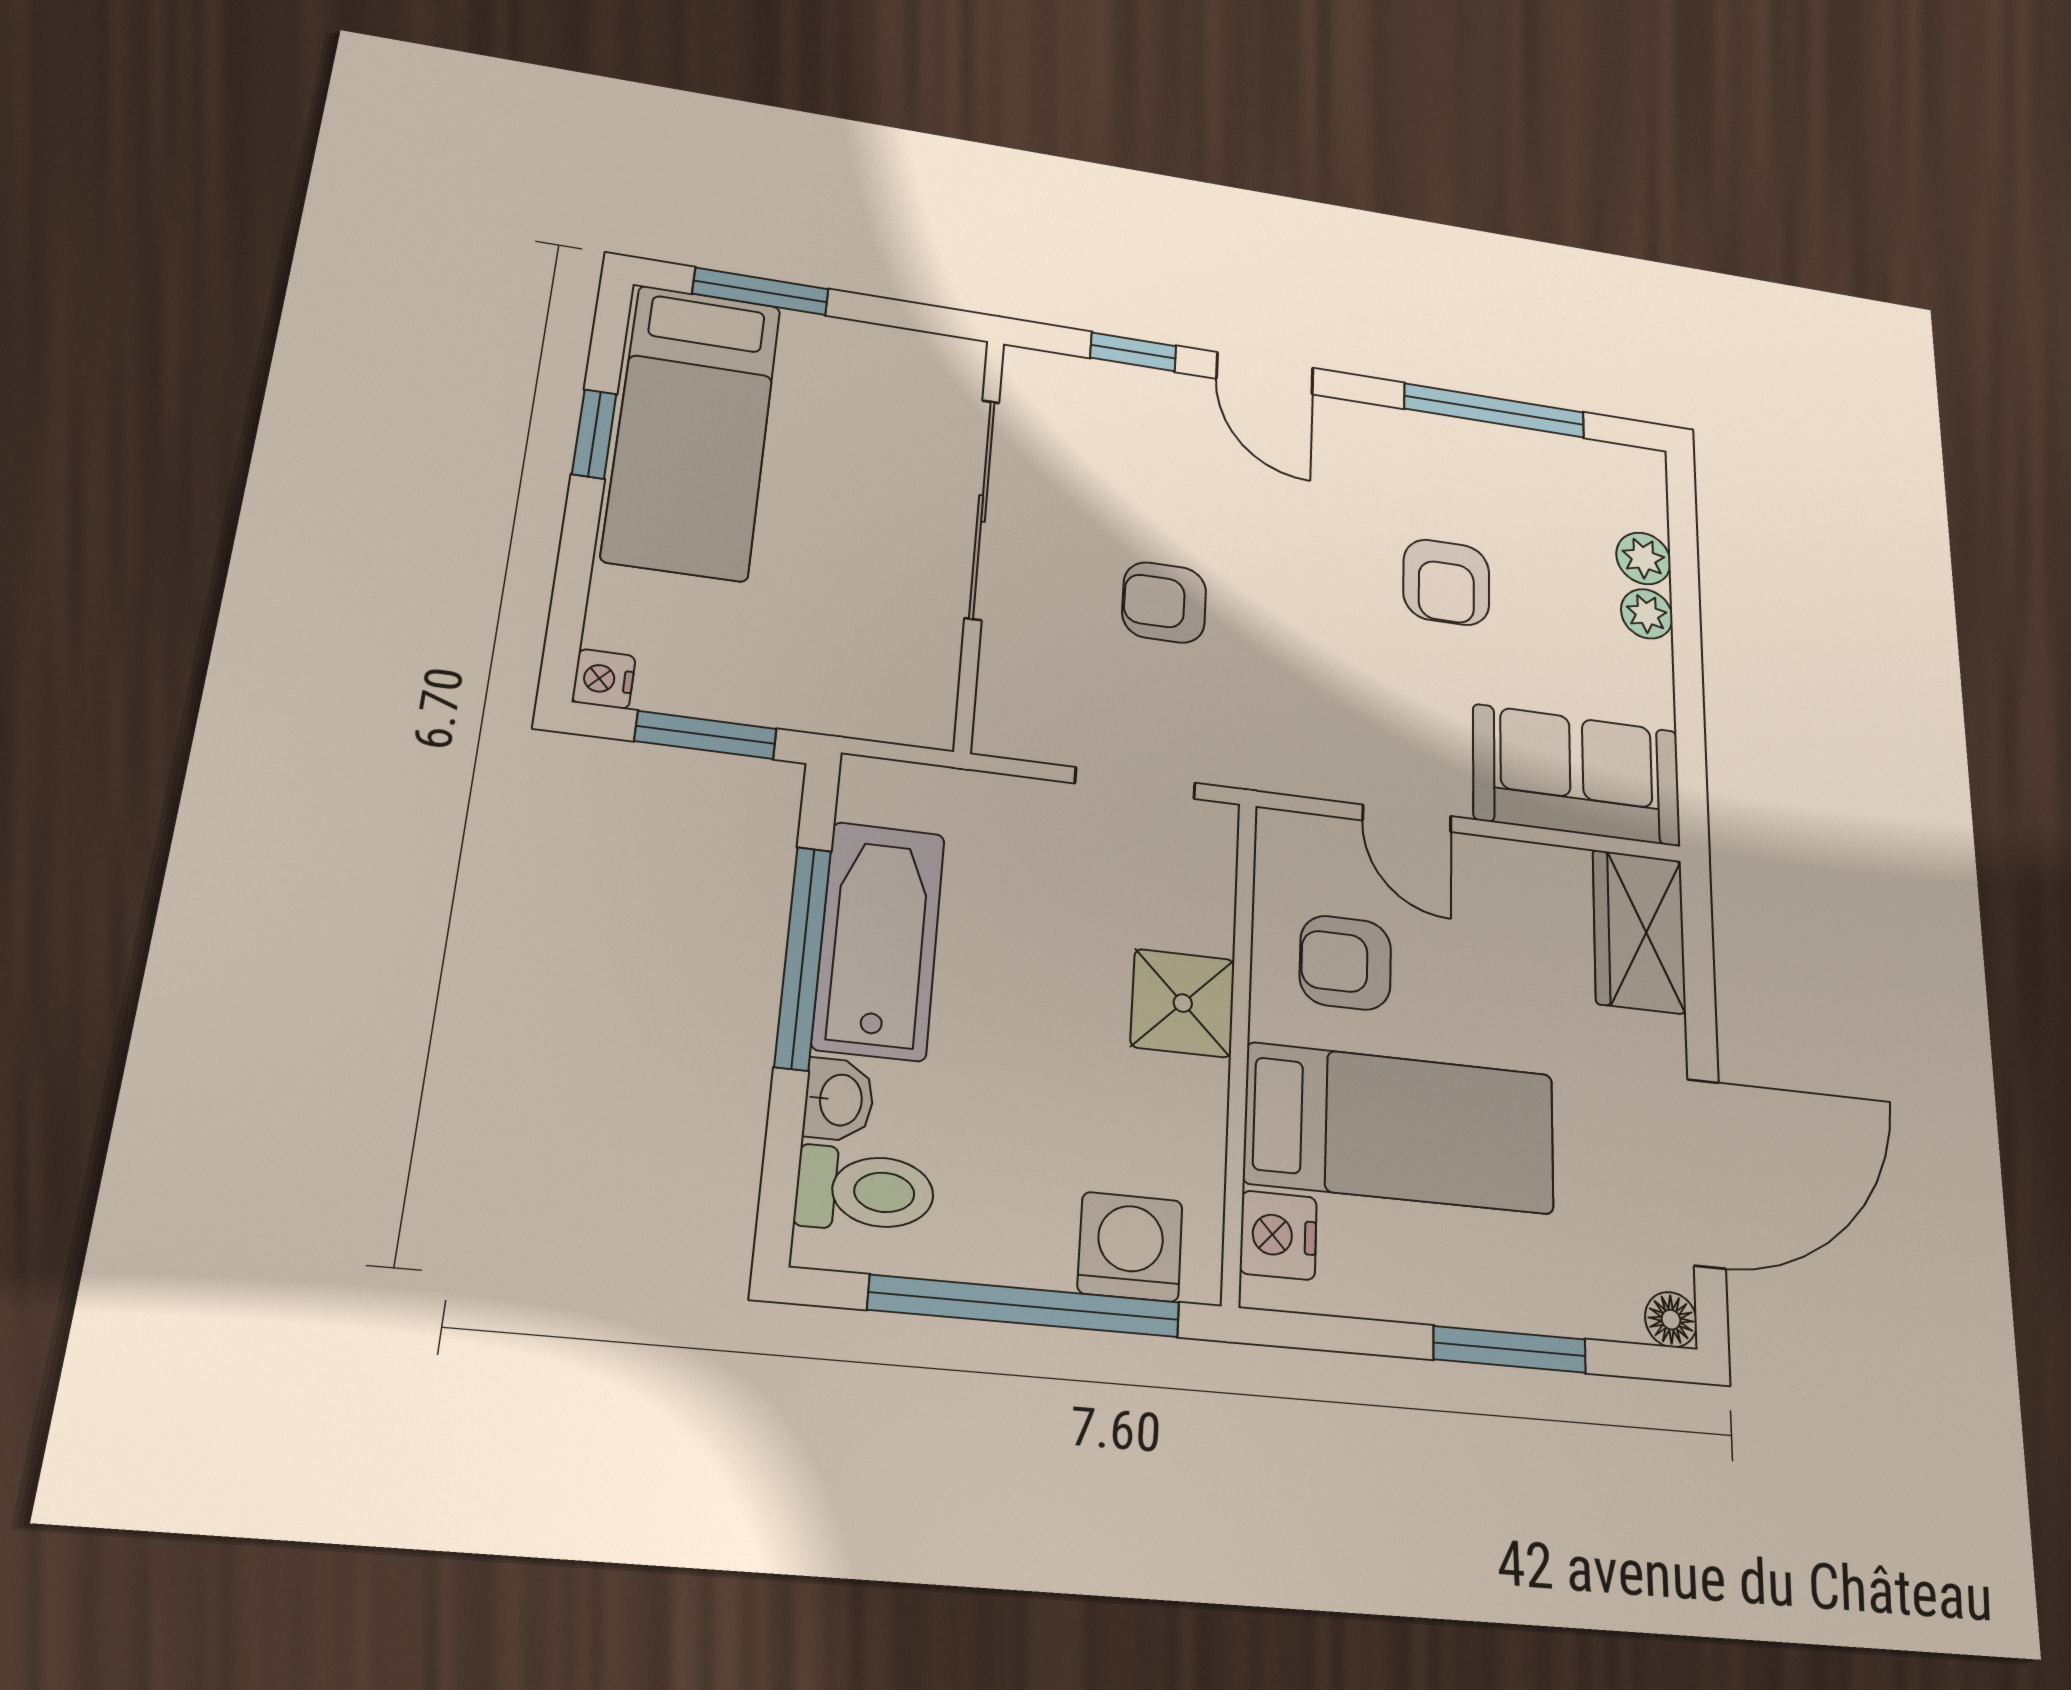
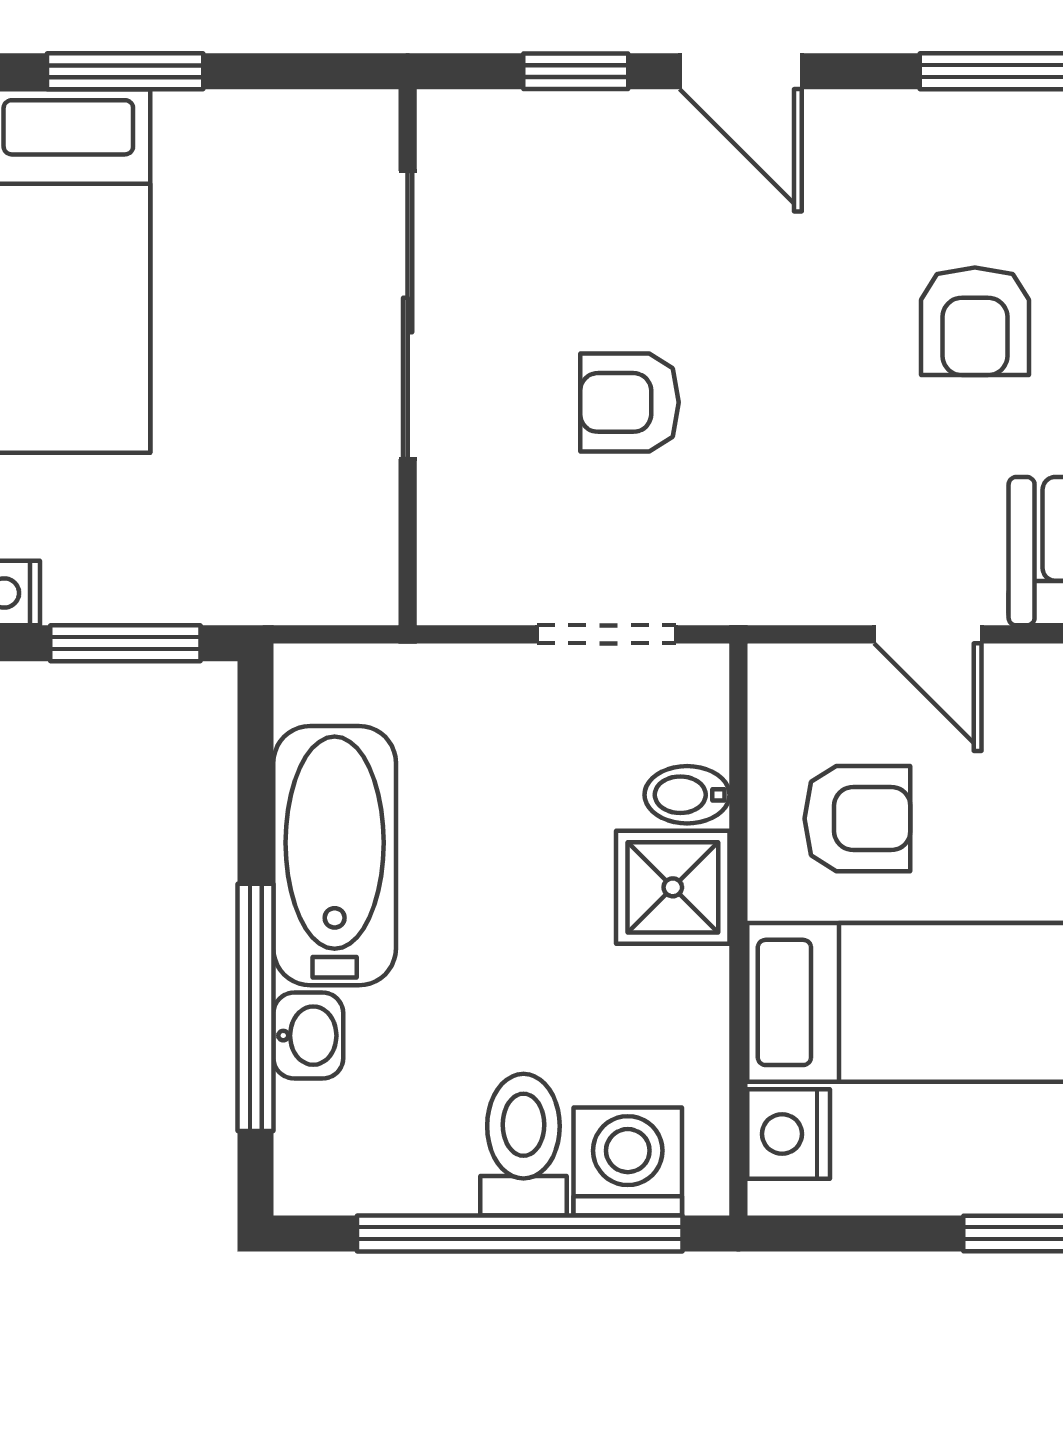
bidet: (1199, 925) -> (687, 795), added
window: (803, 957) -> (256, 1007), moved
armchair: (1345, 963) -> (857, 819), turned 180
toilet: (865, 1191) -> (523, 1145), moved, turned -90

